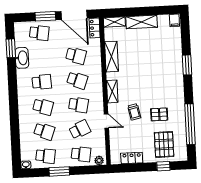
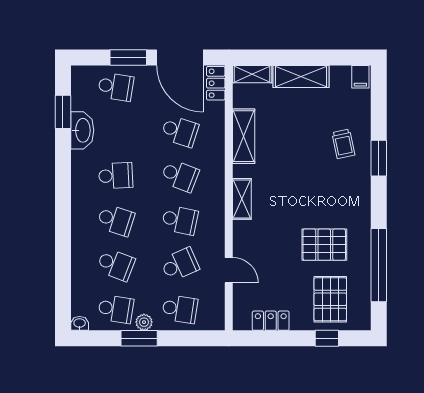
trolley: (134, 112) -> (343, 144), moved
pallet: (159, 114) -> (324, 245), width x1.50, depth x1.42
door: (106, 121) -> (229, 270), moved
plant: (99, 160) -> (144, 322), moved

